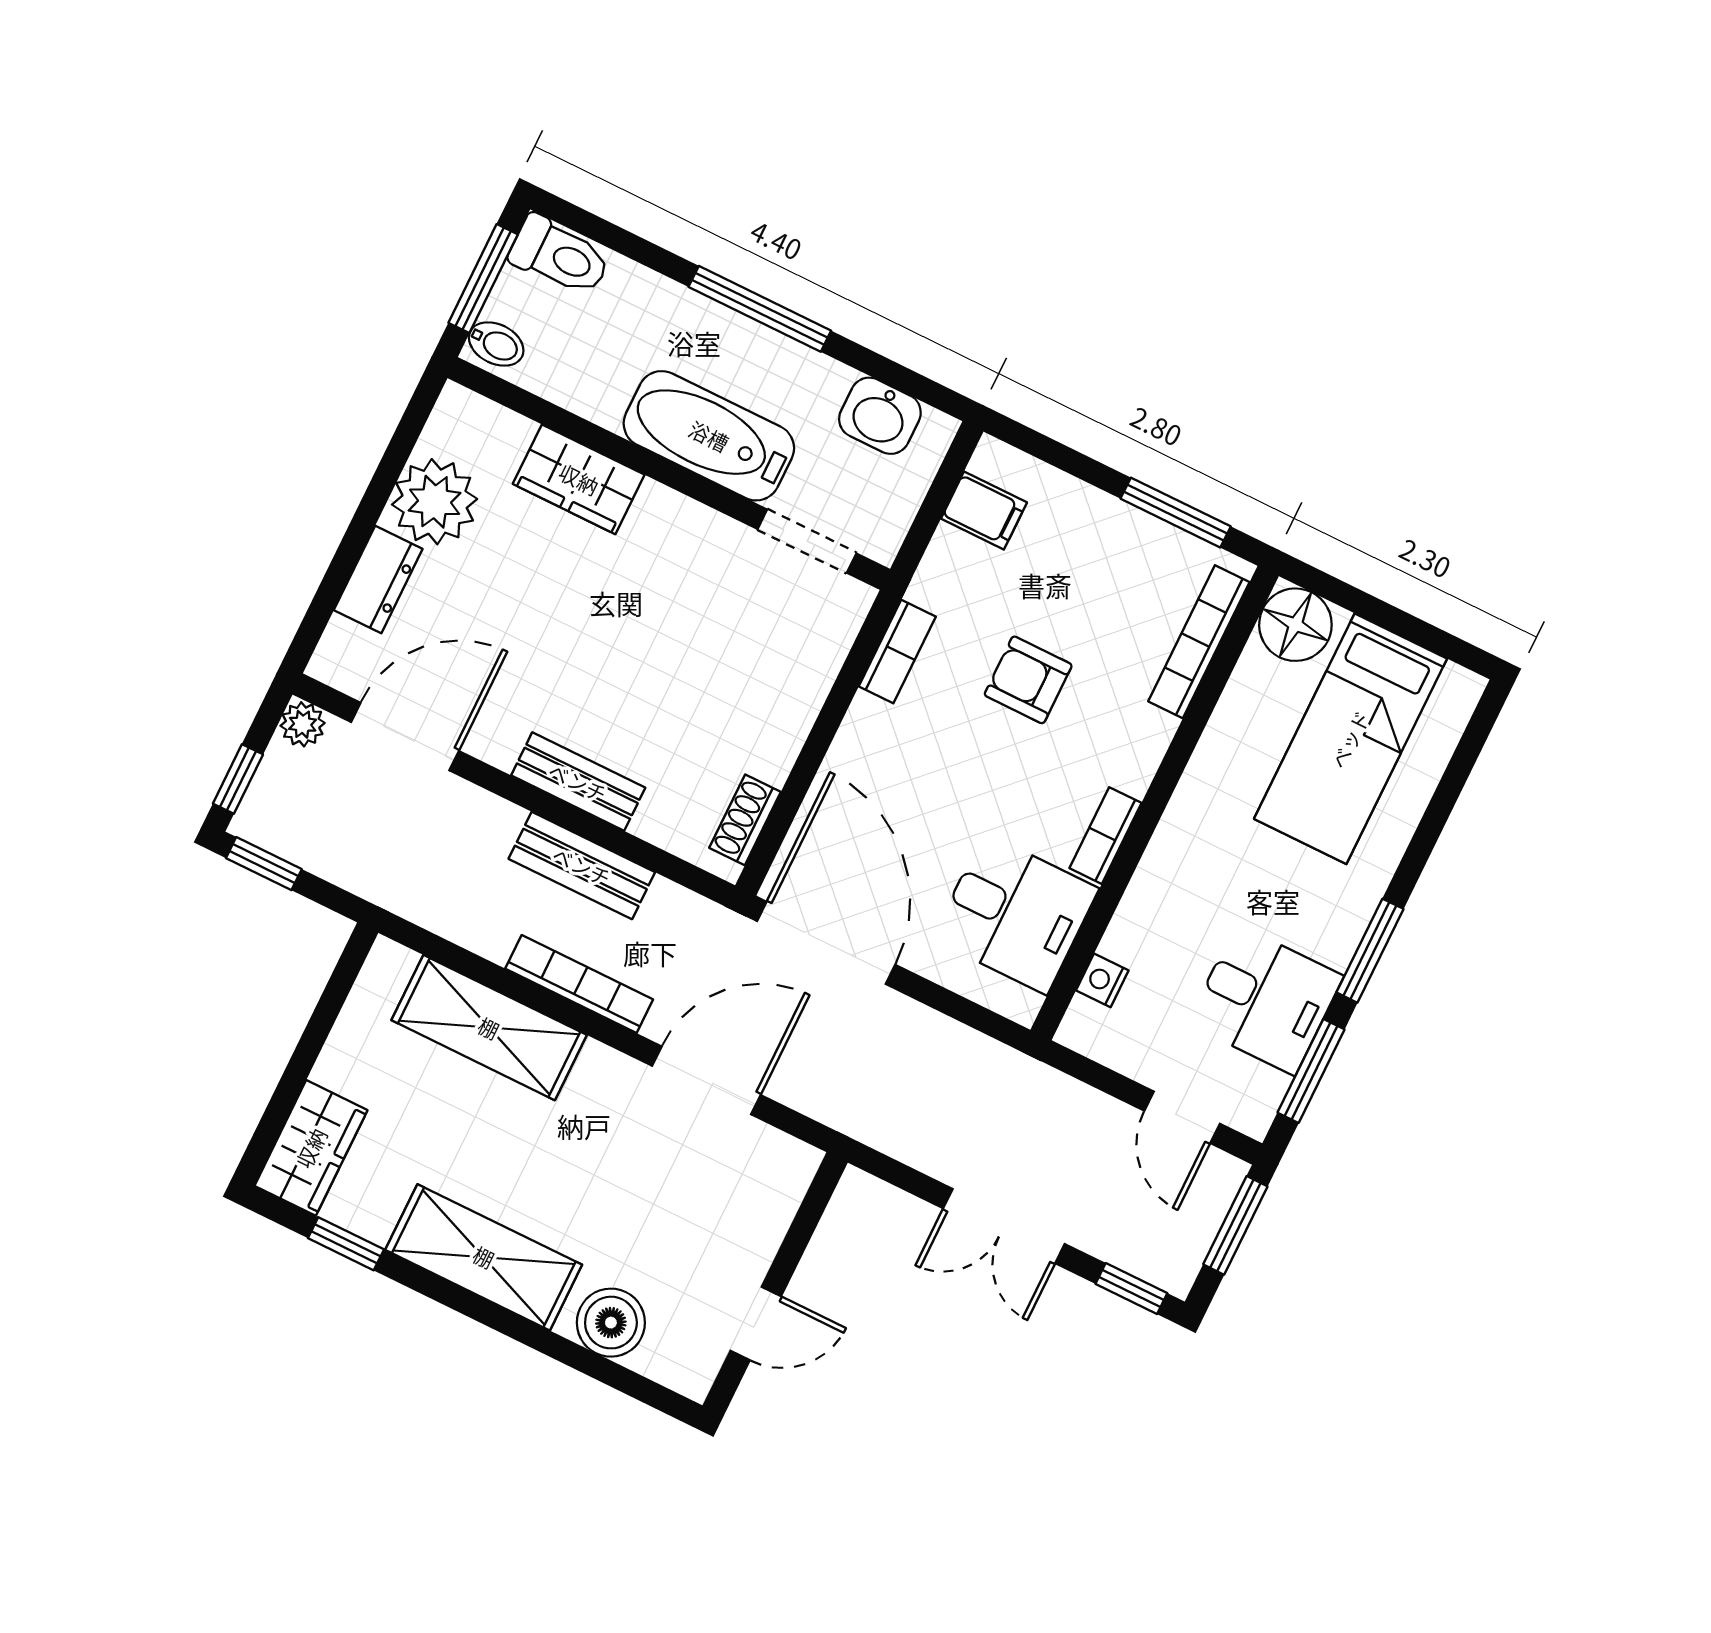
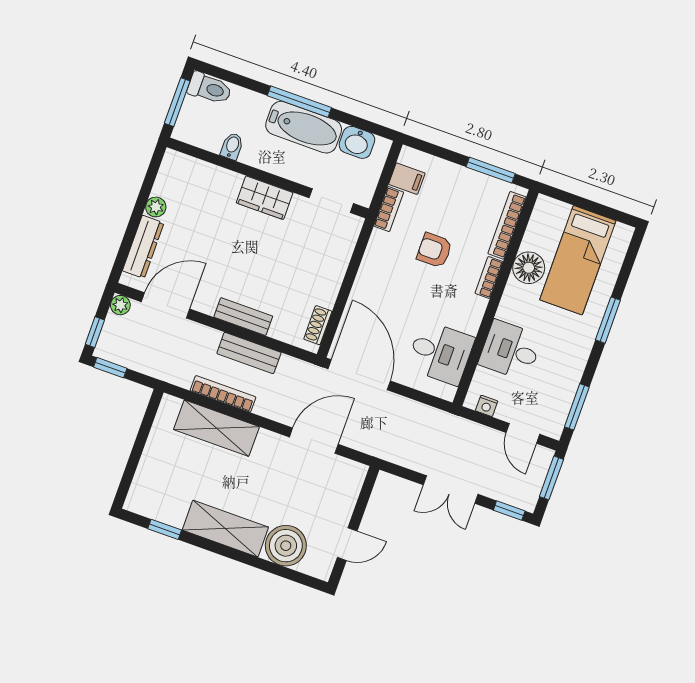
bidet: (496, 344) -> (232, 146), moved, turned -90
bathtub: (709, 436) -> (304, 127), moved, turned 180
wardrobe: (579, 479) -> (265, 198), moved
plant: (435, 502) -> (156, 207), width x0.53, depth x0.53
dresser: (378, 580) -> (143, 247), width x1.44
floor lamp: (1295, 625) -> (529, 268), moved
bookcase: (897, 651) -> (389, 209), moved
bookcase: (1105, 836) -> (489, 277), moved
window: (1370, 951) -> (608, 320), moved
nightstand: (1102, 980) -> (487, 406), moved, turned -90
bookcase: (579, 984) -> (223, 394), moved
desk: (1266, 1000) -> (510, 350), moved, turned 180
wardrobe: (311, 1148) -> (145, 489), removed
boiler: (611, 1323) -> (286, 546), width x1.37, depth x1.37

